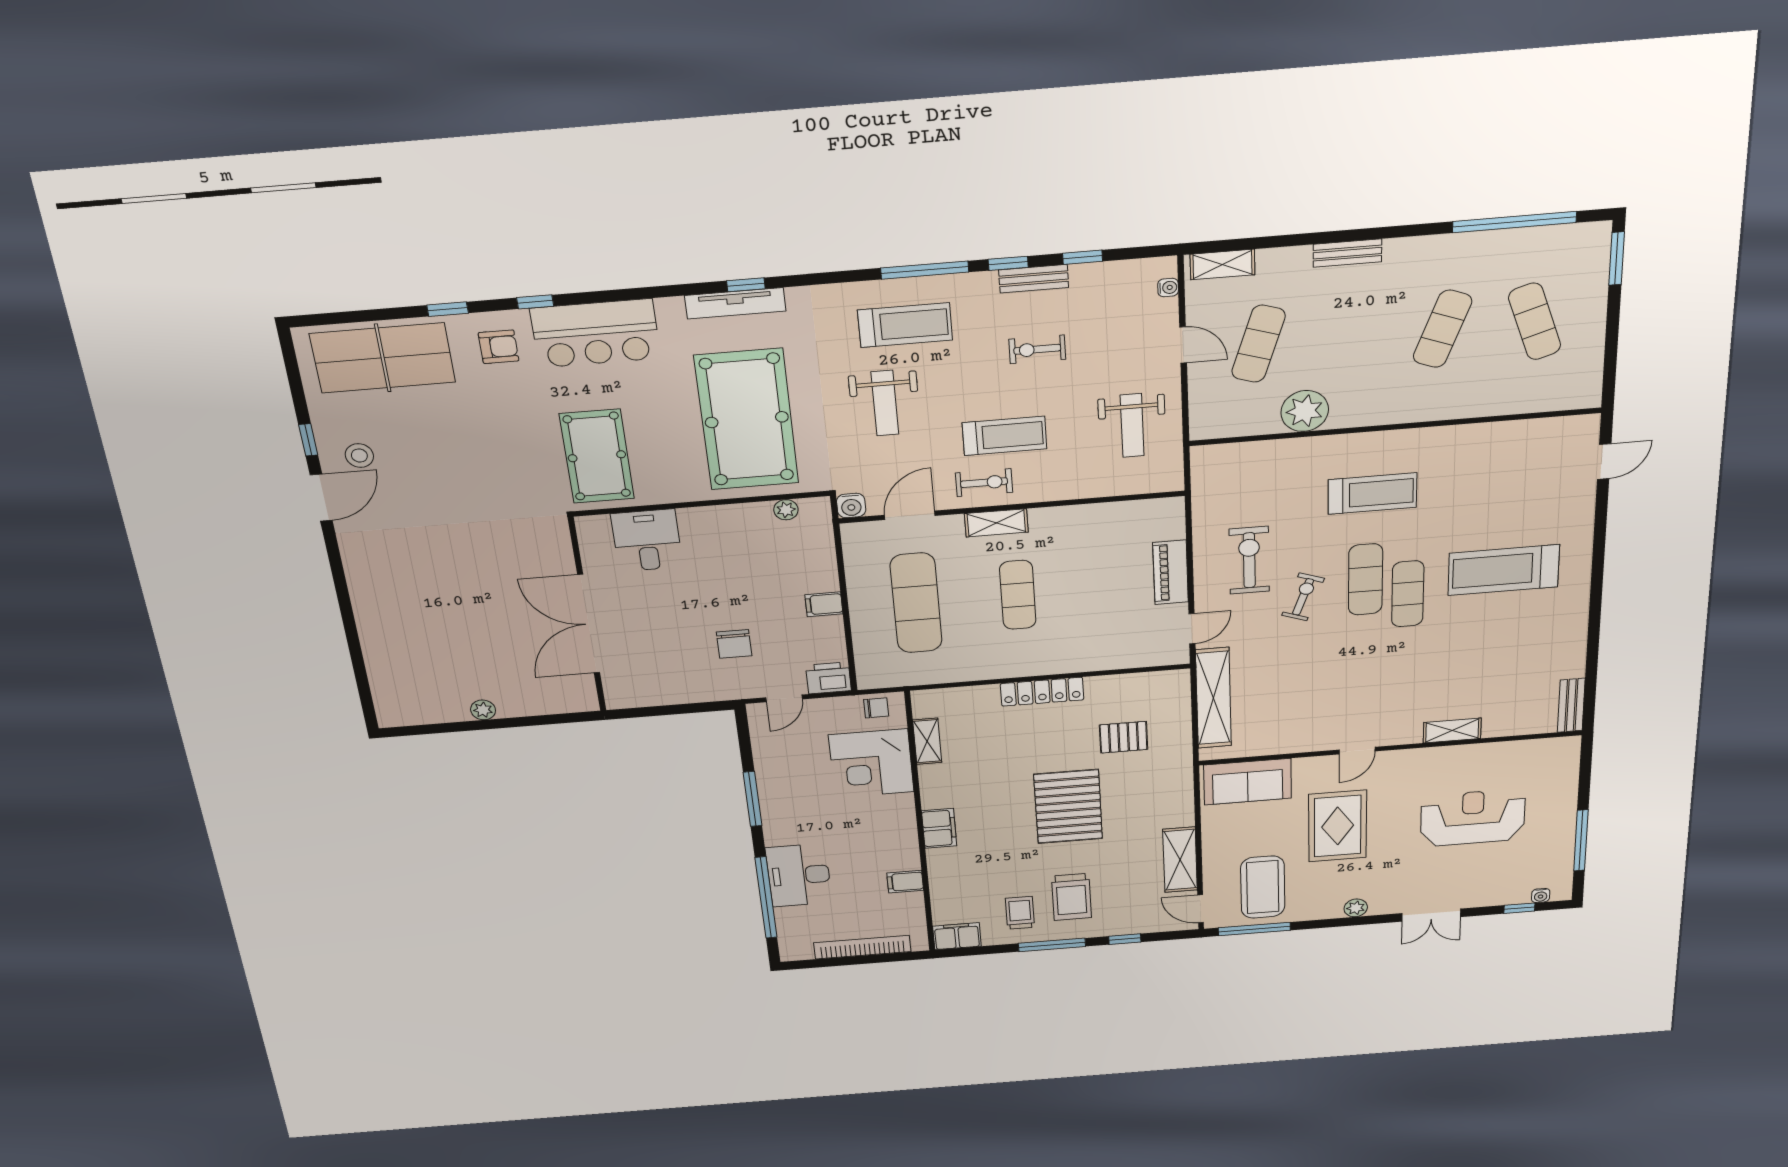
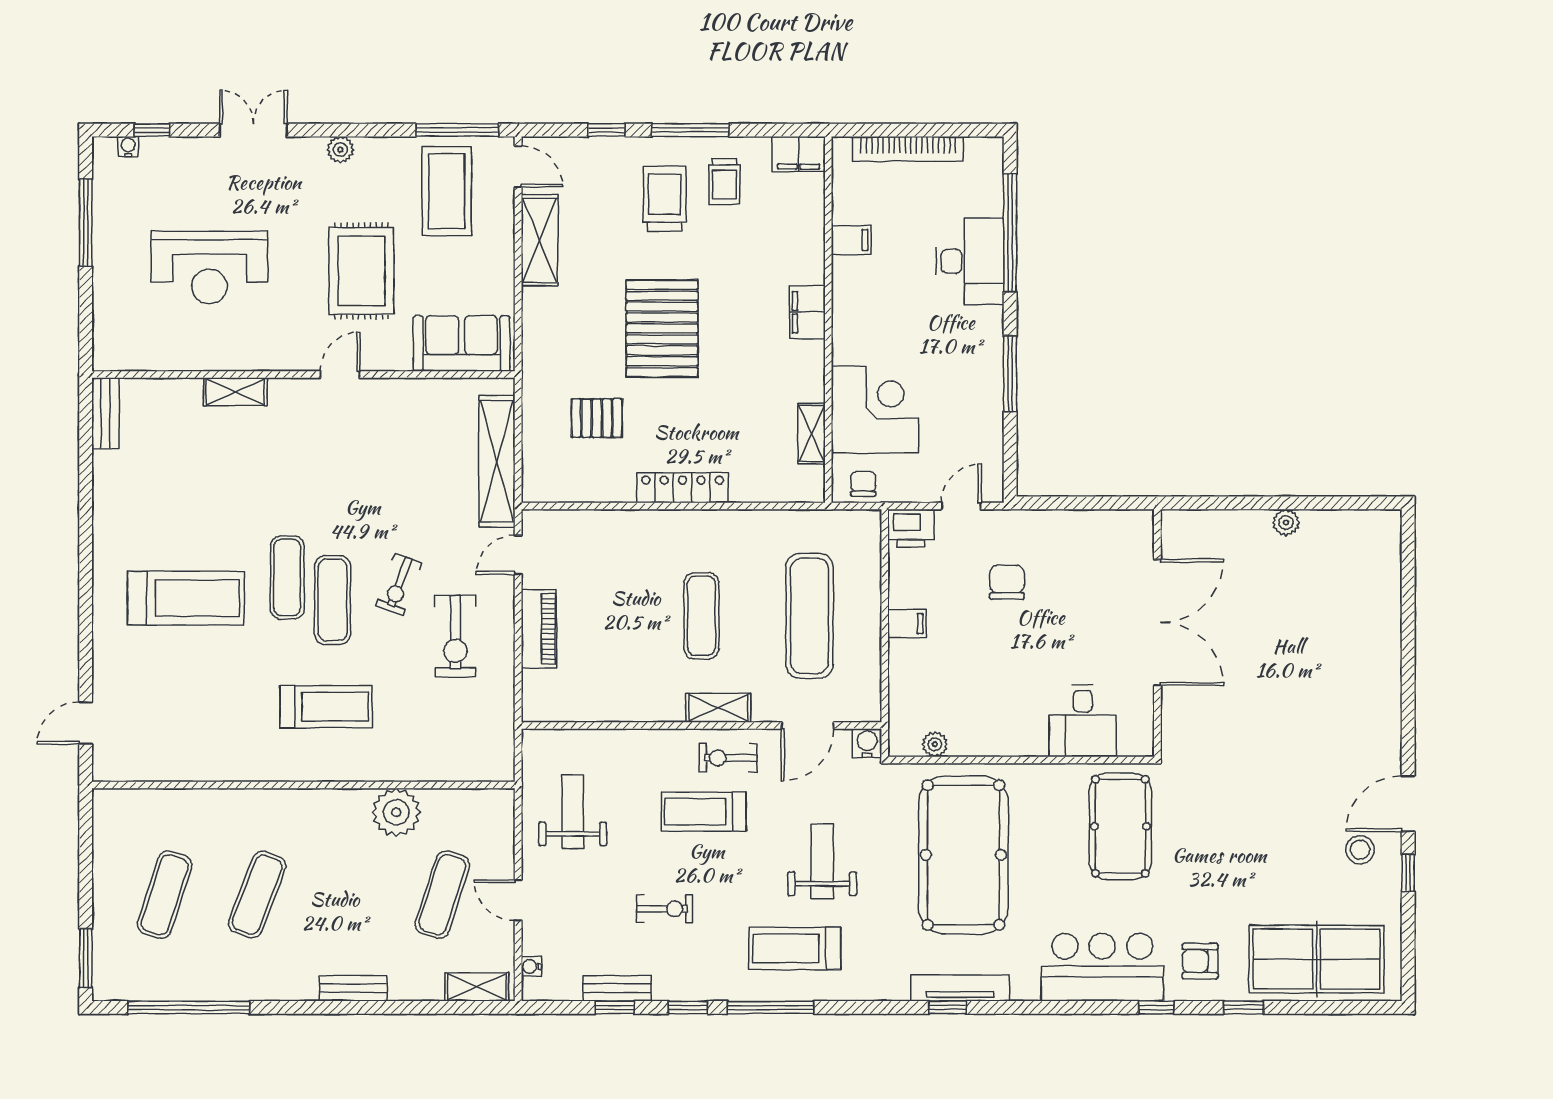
bench: (1034, 279) -> (617, 988), moved
exercise mat: (1535, 321) -> (165, 895), turned 36
treadmill: (1372, 494) -> (326, 707), turned 180
chair: (876, 708) -> (863, 484), turned 90

